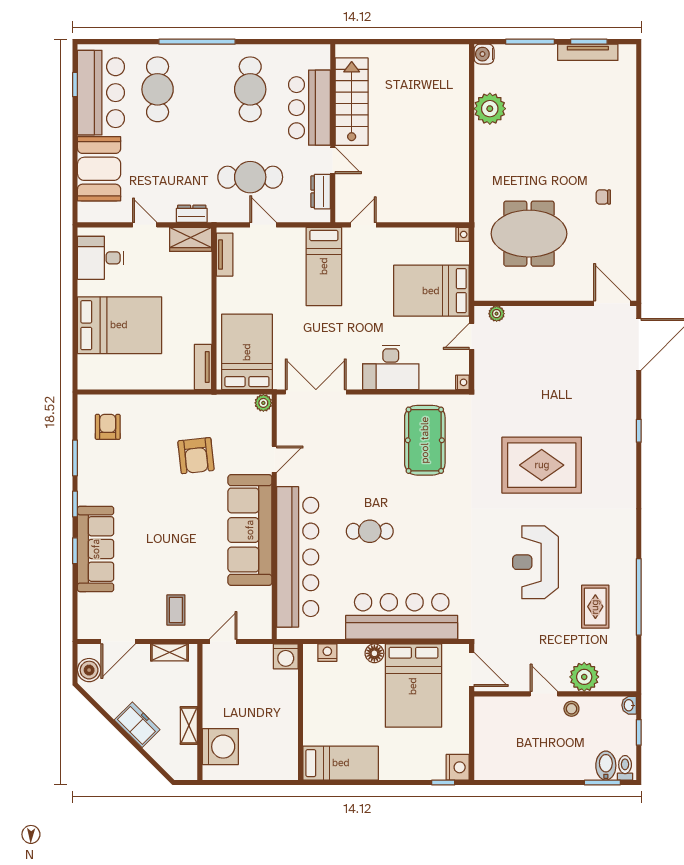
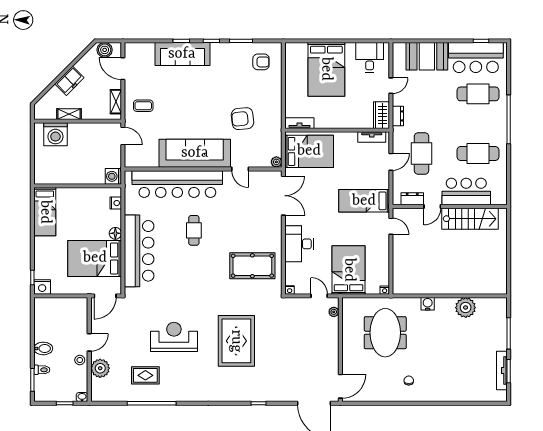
water cooler: (484, 54) -> (428, 304), moved
bidet: (606, 766) -> (43, 348), moved
toilet: (625, 768) -> (42, 370), moved

